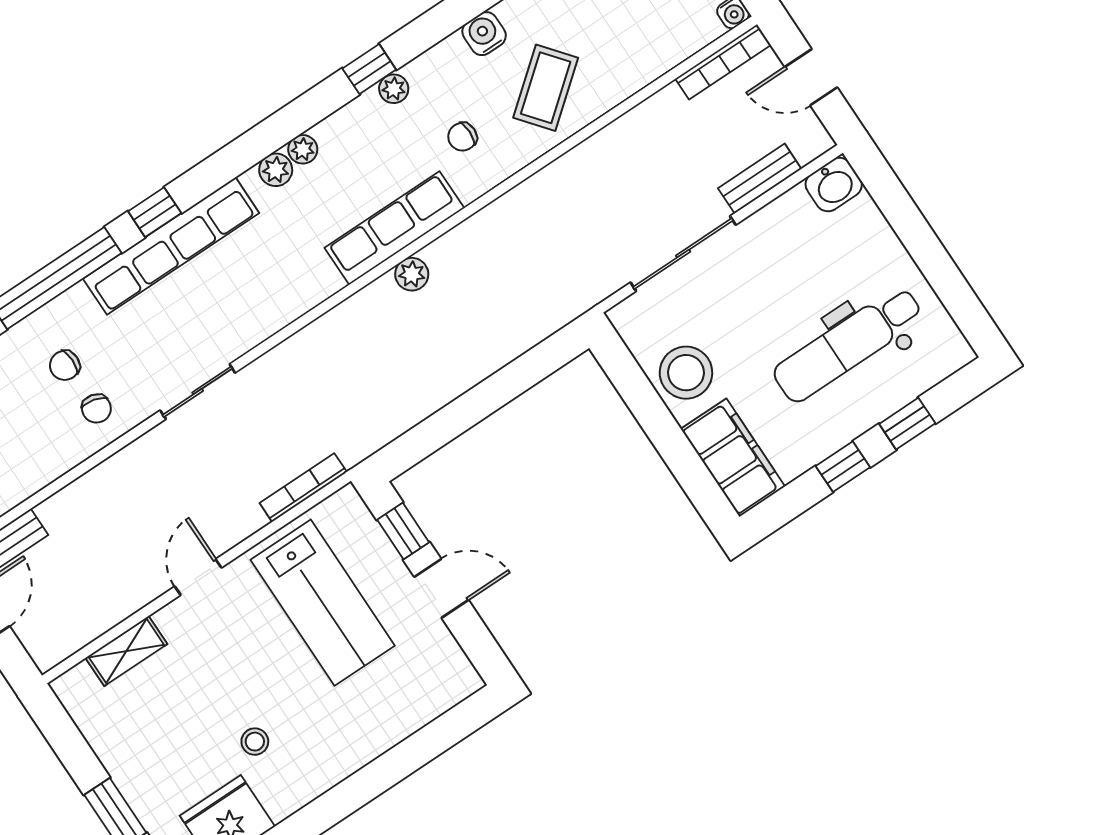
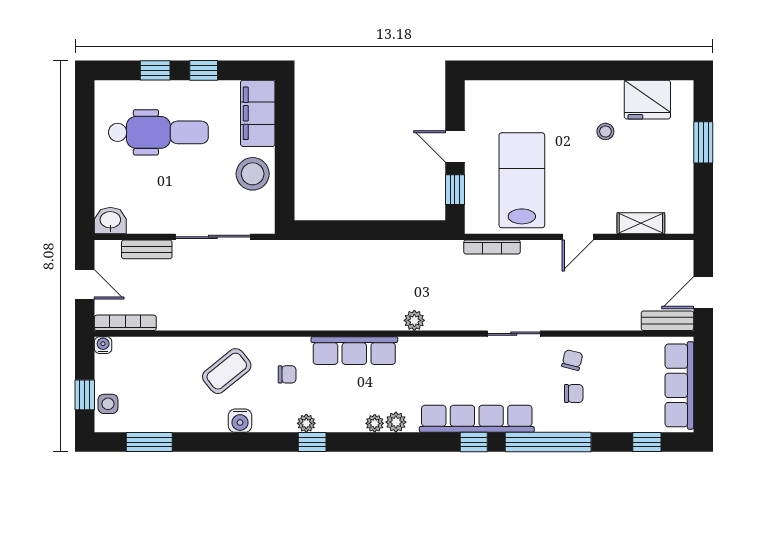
plant: (412, 274) -> (414, 320), moved

